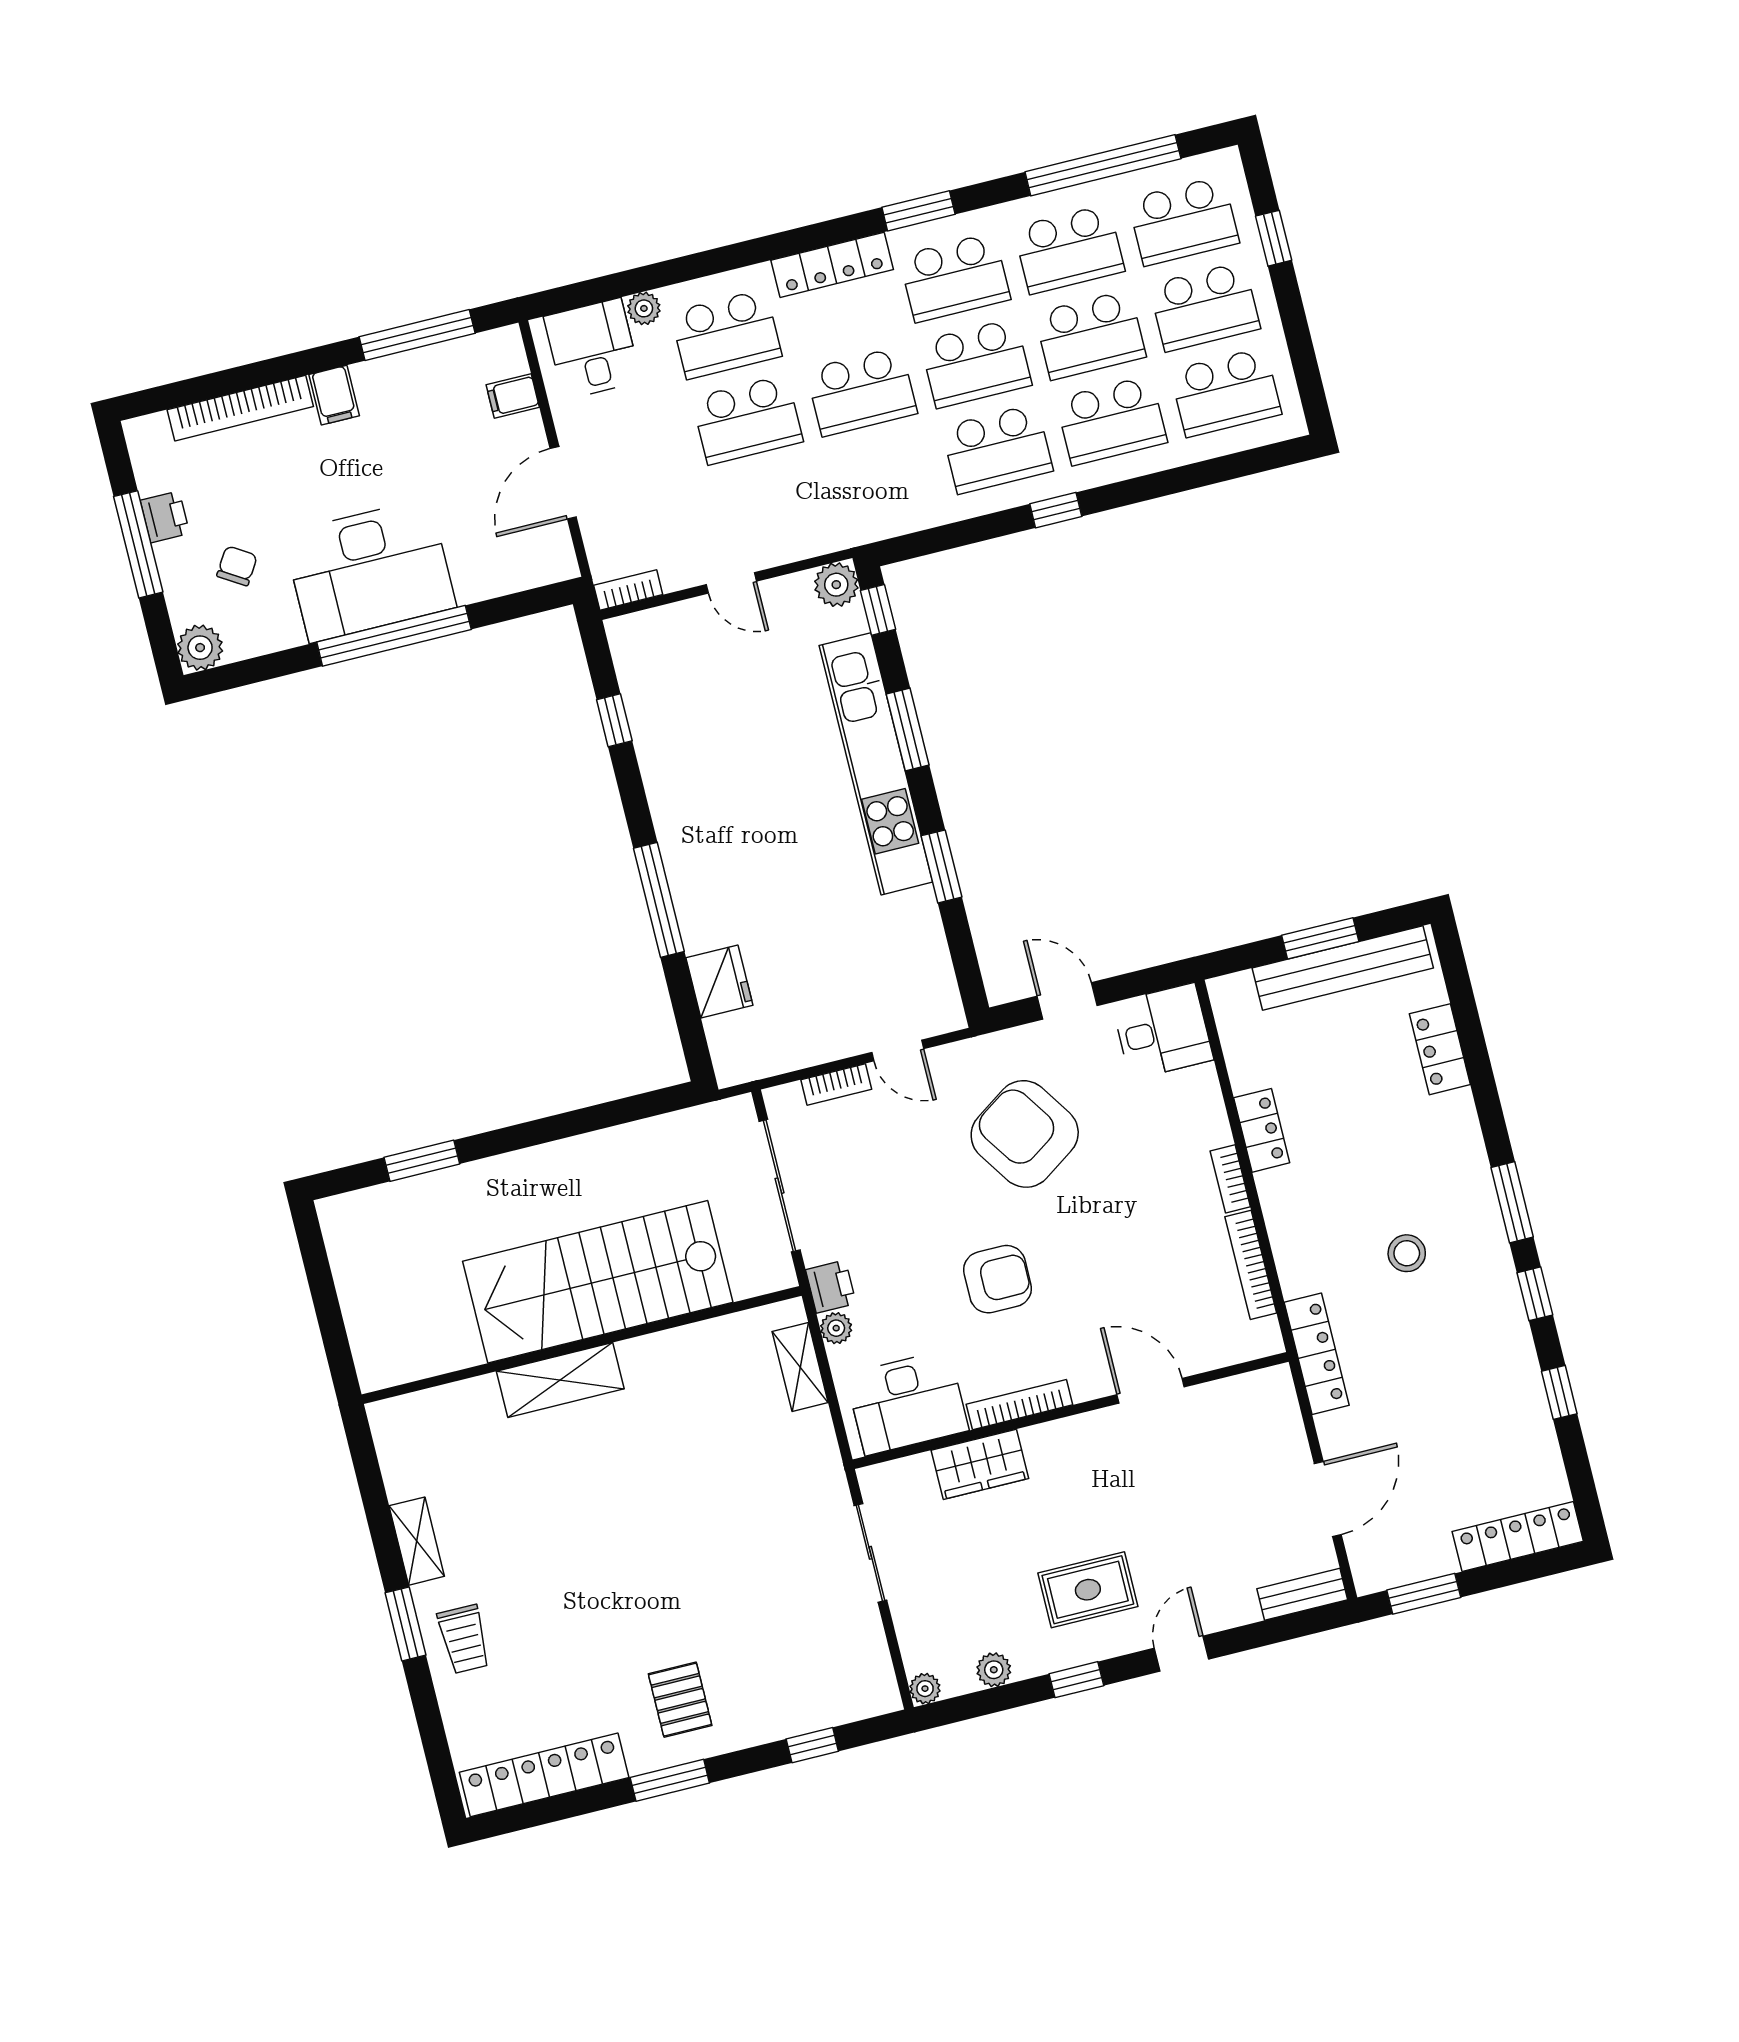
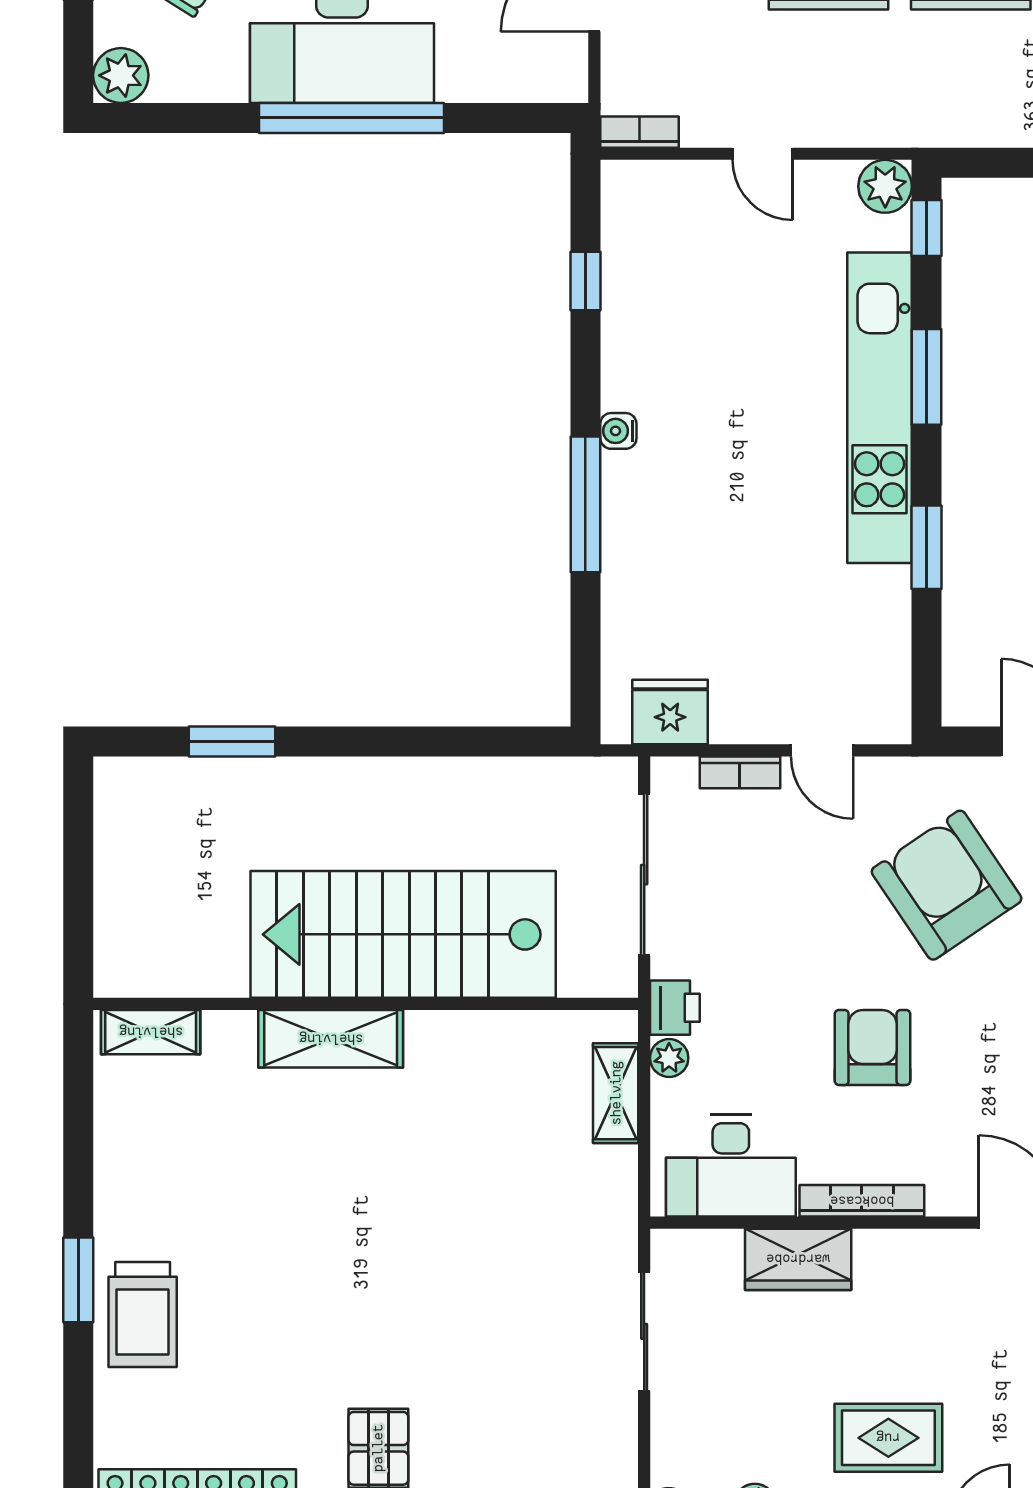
water cooler: (671, 834) -> (618, 431), added
fridge: (719, 981) -> (670, 712), moved, turned -90
armchair: (998, 1279) -> (873, 1047), turned -90
shelving: (417, 1541) -> (151, 1032), moved, turned 90
trolley: (464, 1639) -> (143, 1315), width x1.36, depth x1.39

